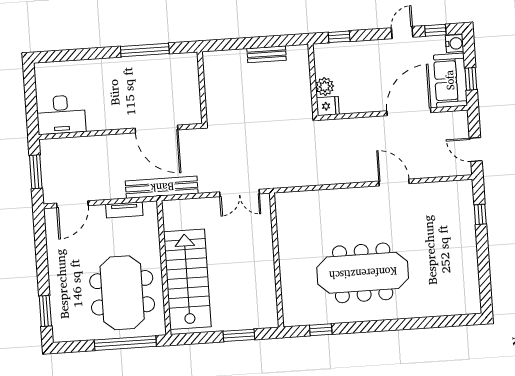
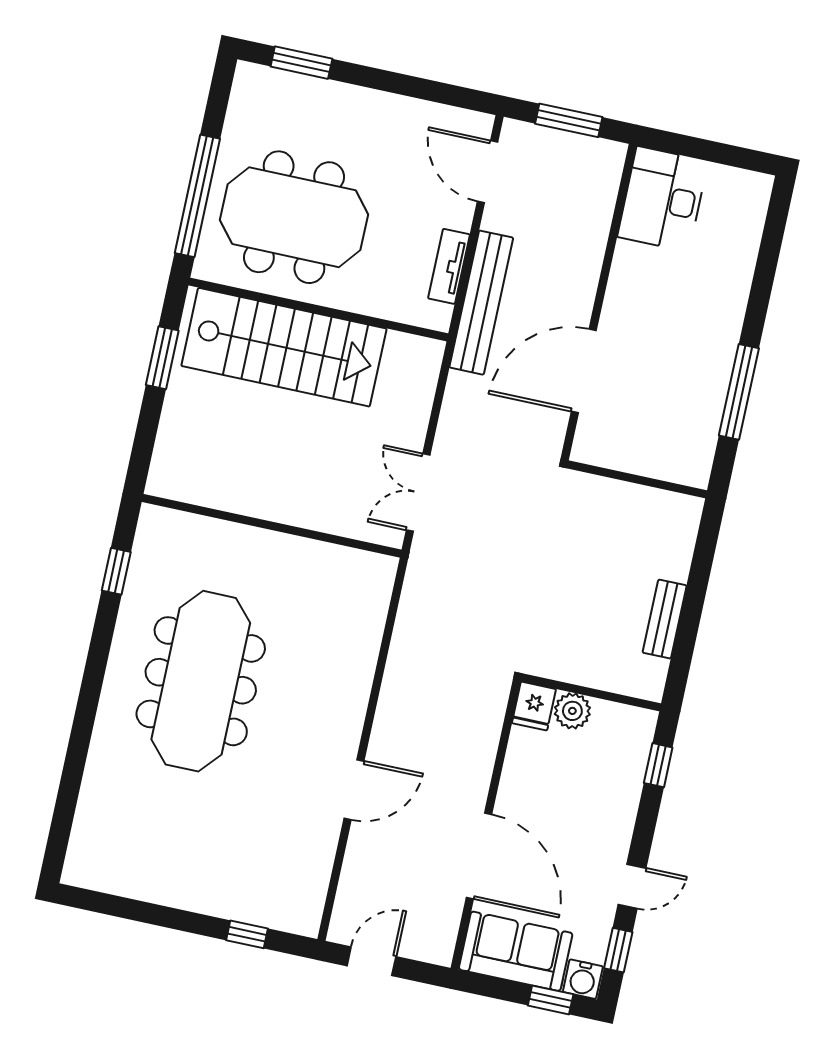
door: (402, 33) -> (632, 886), hinge flipped
window: (471, 79) -> (551, 1000), moved
bench: (162, 187) -> (481, 303), moved
window: (239, 335) -> (162, 358), moved

